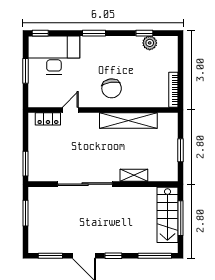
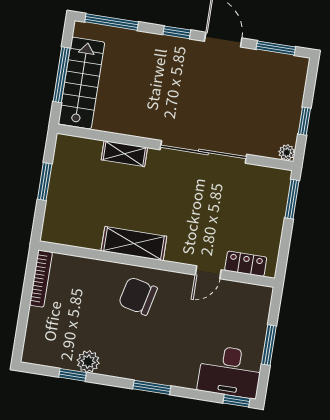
plant: (150, 43) -> (88, 362), moved
desk: (54, 55) -> (230, 372), width x0.73, depth x0.77
chair: (112, 88) -> (138, 296), turned -68
shelving: (128, 120) -> (134, 244), width x0.68
plant: (33, 192) -> (287, 153), added
window: (26, 213) -> (304, 121), width x0.67

